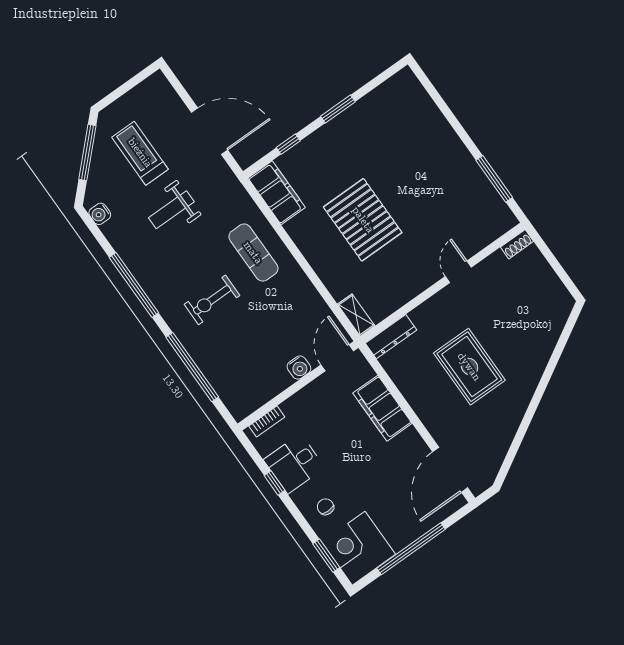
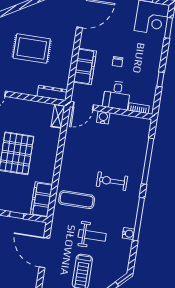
water cooler: (100, 214) -> (128, 234), moved
exercise mat: (253, 253) -> (77, 200), moved, turned 90
exercise bike: (212, 300) -> (112, 181), turned 180
rug: (469, 367) -> (32, 48), turned 90
desk: (294, 464) -> (117, 95), moved, turned 90
chair: (326, 507) -> (118, 62), moved

